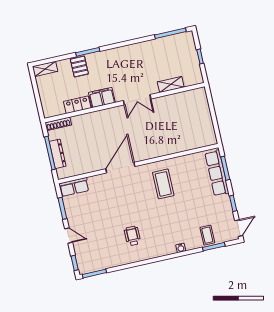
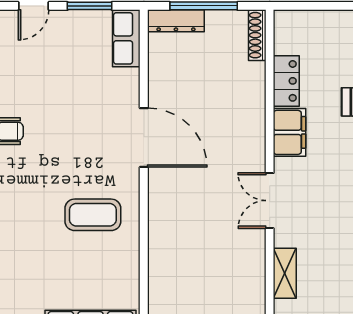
dresser: (58, 154) -> (176, 21), moved

